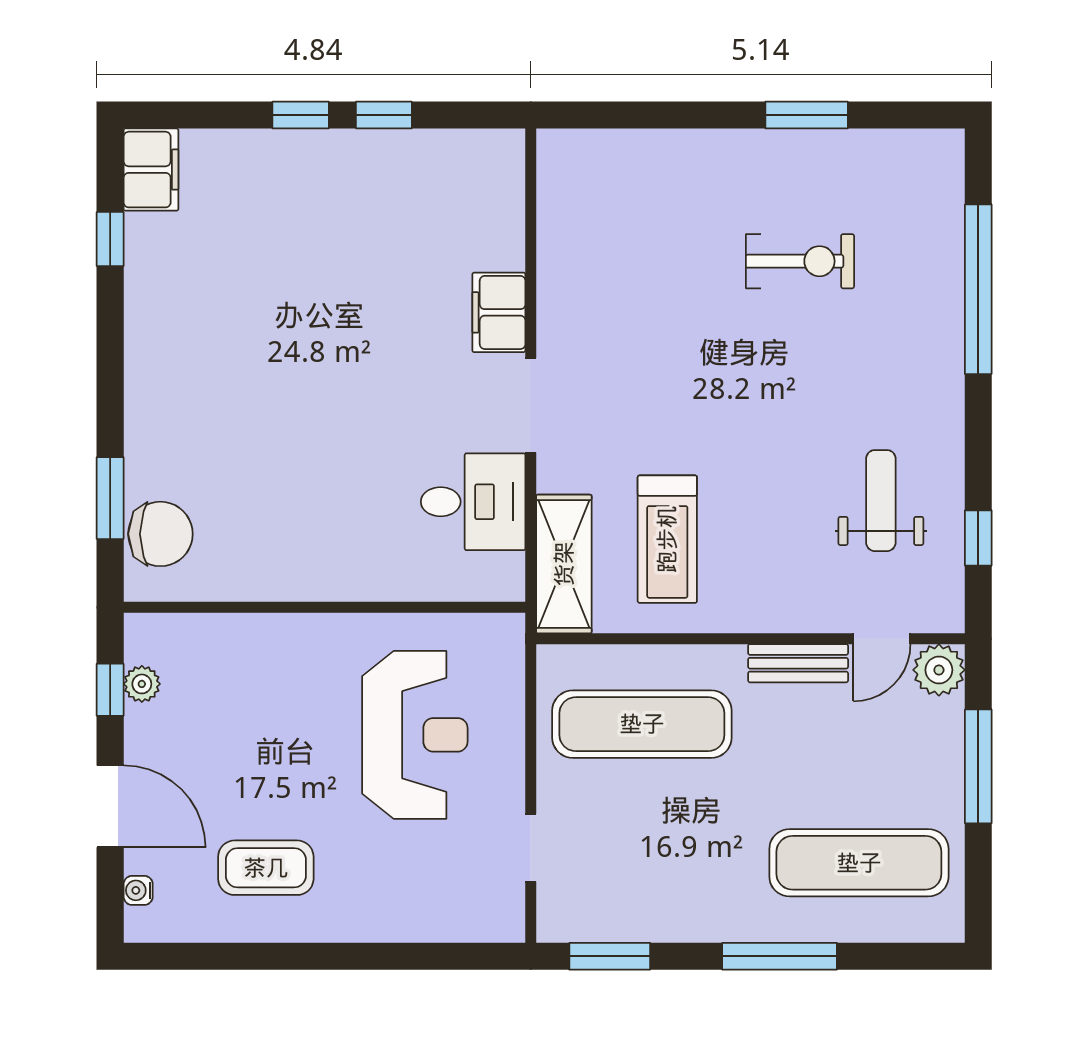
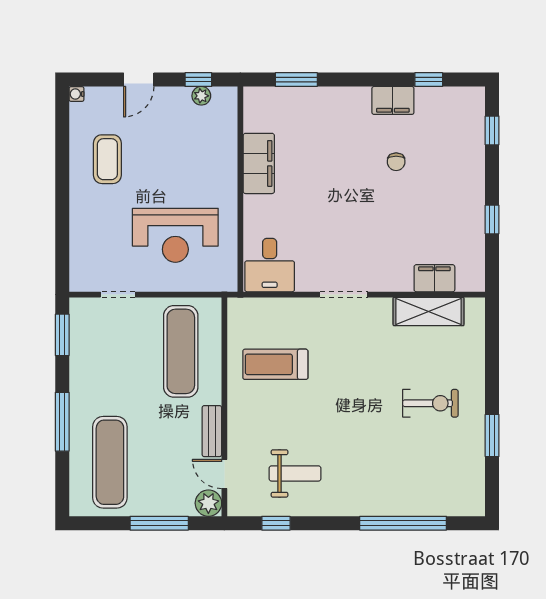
window: (301, 115) -> (492, 130), moved
filing cabinet: (151, 170) -> (393, 100), moved
exercise bike: (800, 261) -> (430, 403), moved, turned -90
filing cabinet: (499, 312) -> (434, 278), moved
desk: (473, 502) -> (270, 265), moved
chair: (160, 534) -> (396, 162), moved, width x0.54, depth x0.54
shelving: (564, 564) -> (429, 311), moved
filing cabinet: (274, 571) -> (259, 163), added
door: (110, 806) -> (139, 80), width x0.73
water cooler: (138, 890) -> (77, 94), moved, turned -90

